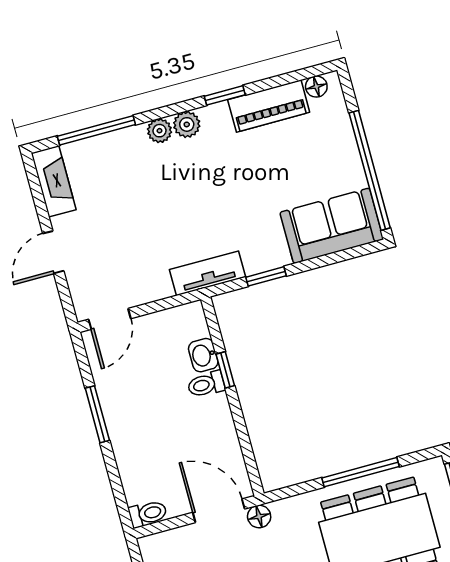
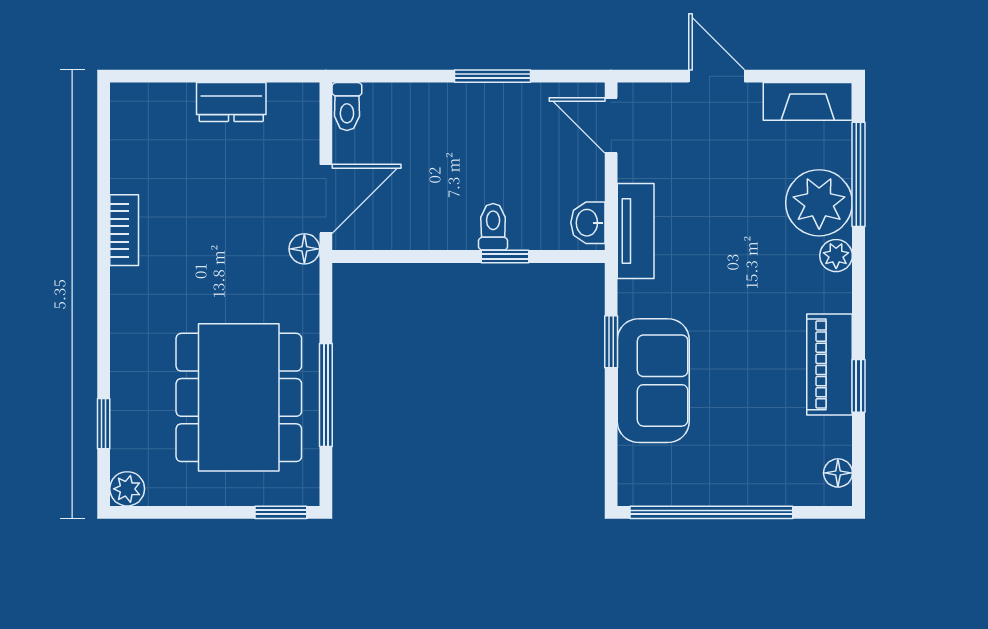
window: (225, 95) -> (859, 386), moved
piano: (269, 106) -> (830, 364), moved
plant: (187, 124) -> (819, 203), moved, width x1.88, depth x1.88
sofa: (332, 226) -> (653, 381), moved
tv unit: (208, 273) -> (636, 231), moved
washbasin: (203, 355) -> (588, 223), moved, turned -90

